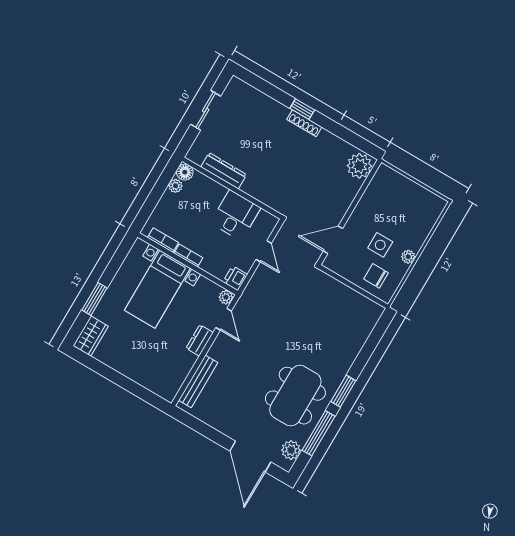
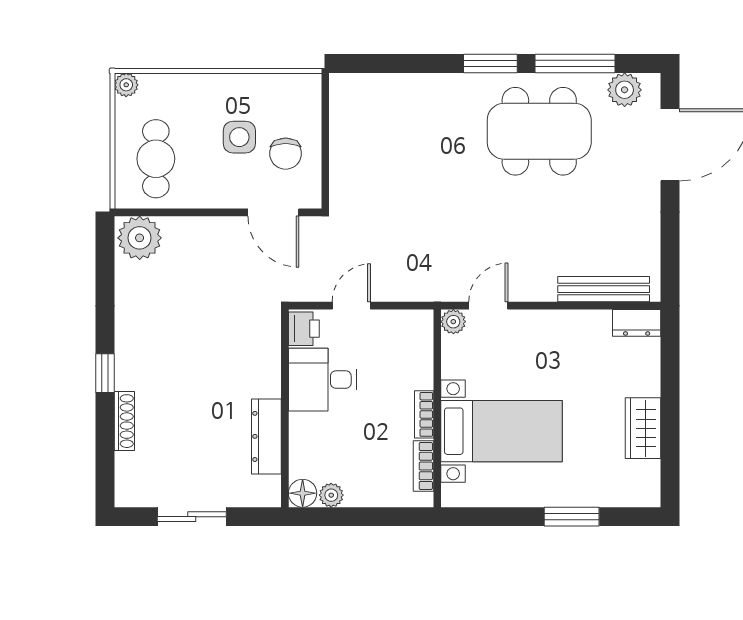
shoe rack: (304, 123) -> (124, 421), moved
cafe table: (394, 197) -> (156, 159), added
plant: (408, 257) -> (126, 85), moved
chair: (376, 276) -> (286, 154), moved
printer: (235, 278) -> (304, 329), moved, turned -90
wardrobe: (91, 336) -> (643, 428), moved, turned -90
dresser: (200, 340) -> (637, 323), moved

